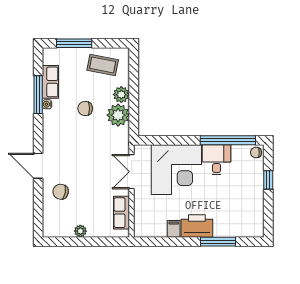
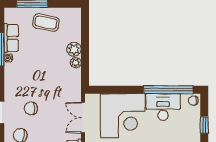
coffee table: (103, 65) -> (46, 23), moved
chair: (85, 108) -> (31, 108), moved
plant: (118, 115) -> (76, 63), width x0.53, depth x0.53
desk: (217, 160) -> (163, 107), width x1.37

